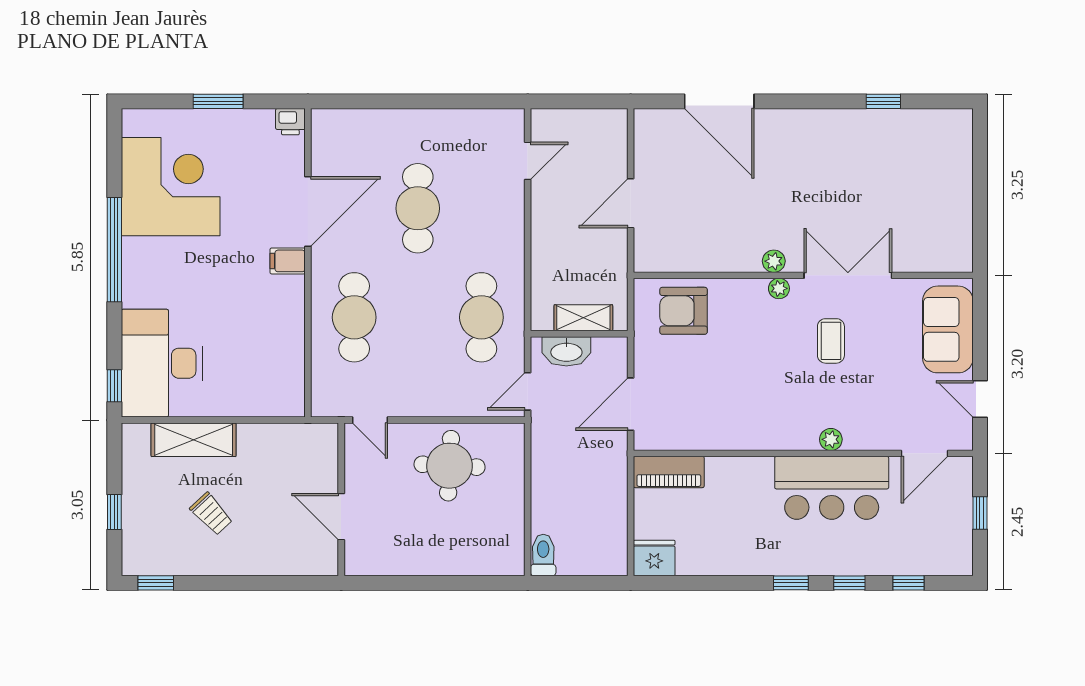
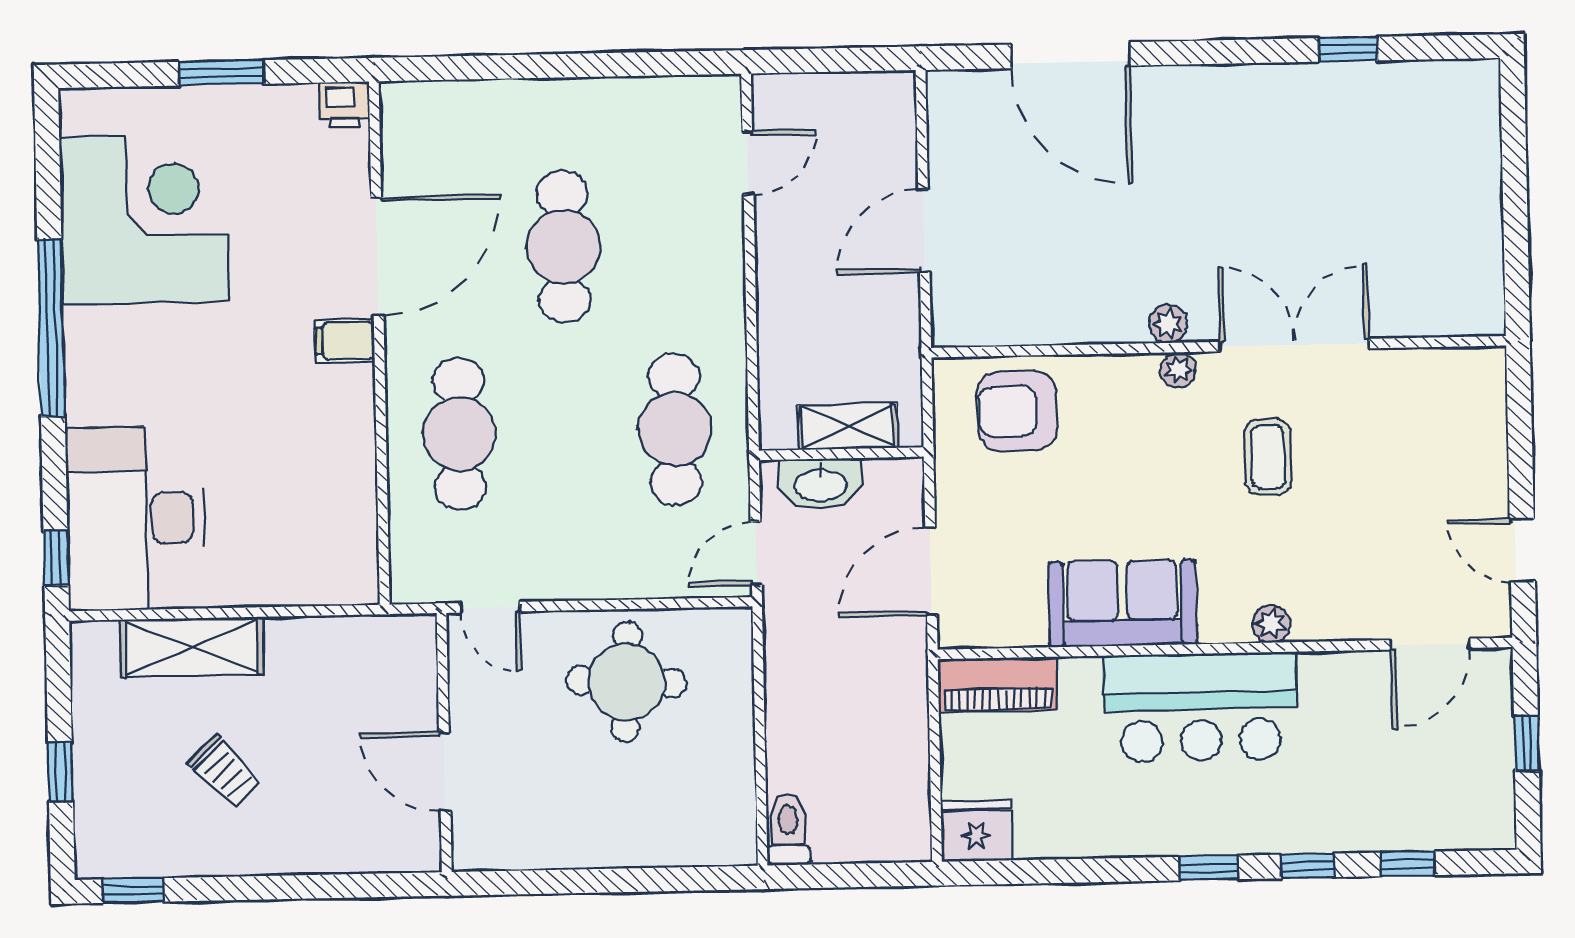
sofa: (948, 329) -> (1123, 603), moved, turned 90
bar counter: (832, 488) -> (1201, 707), moved

